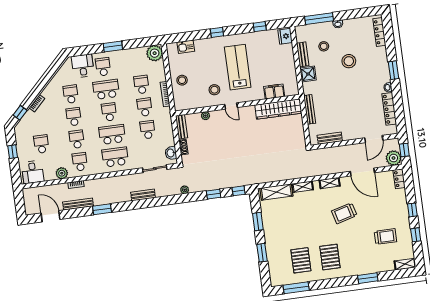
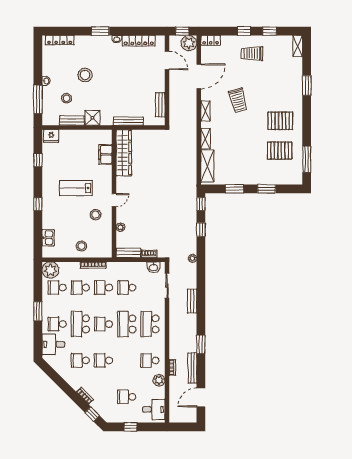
lab bench: (238, 67) -> (76, 188), width x0.73, depth x0.72
school desk: (77, 139) -> (57, 288), moved
trolley: (385, 237) -> (252, 54), moved, turned -90

